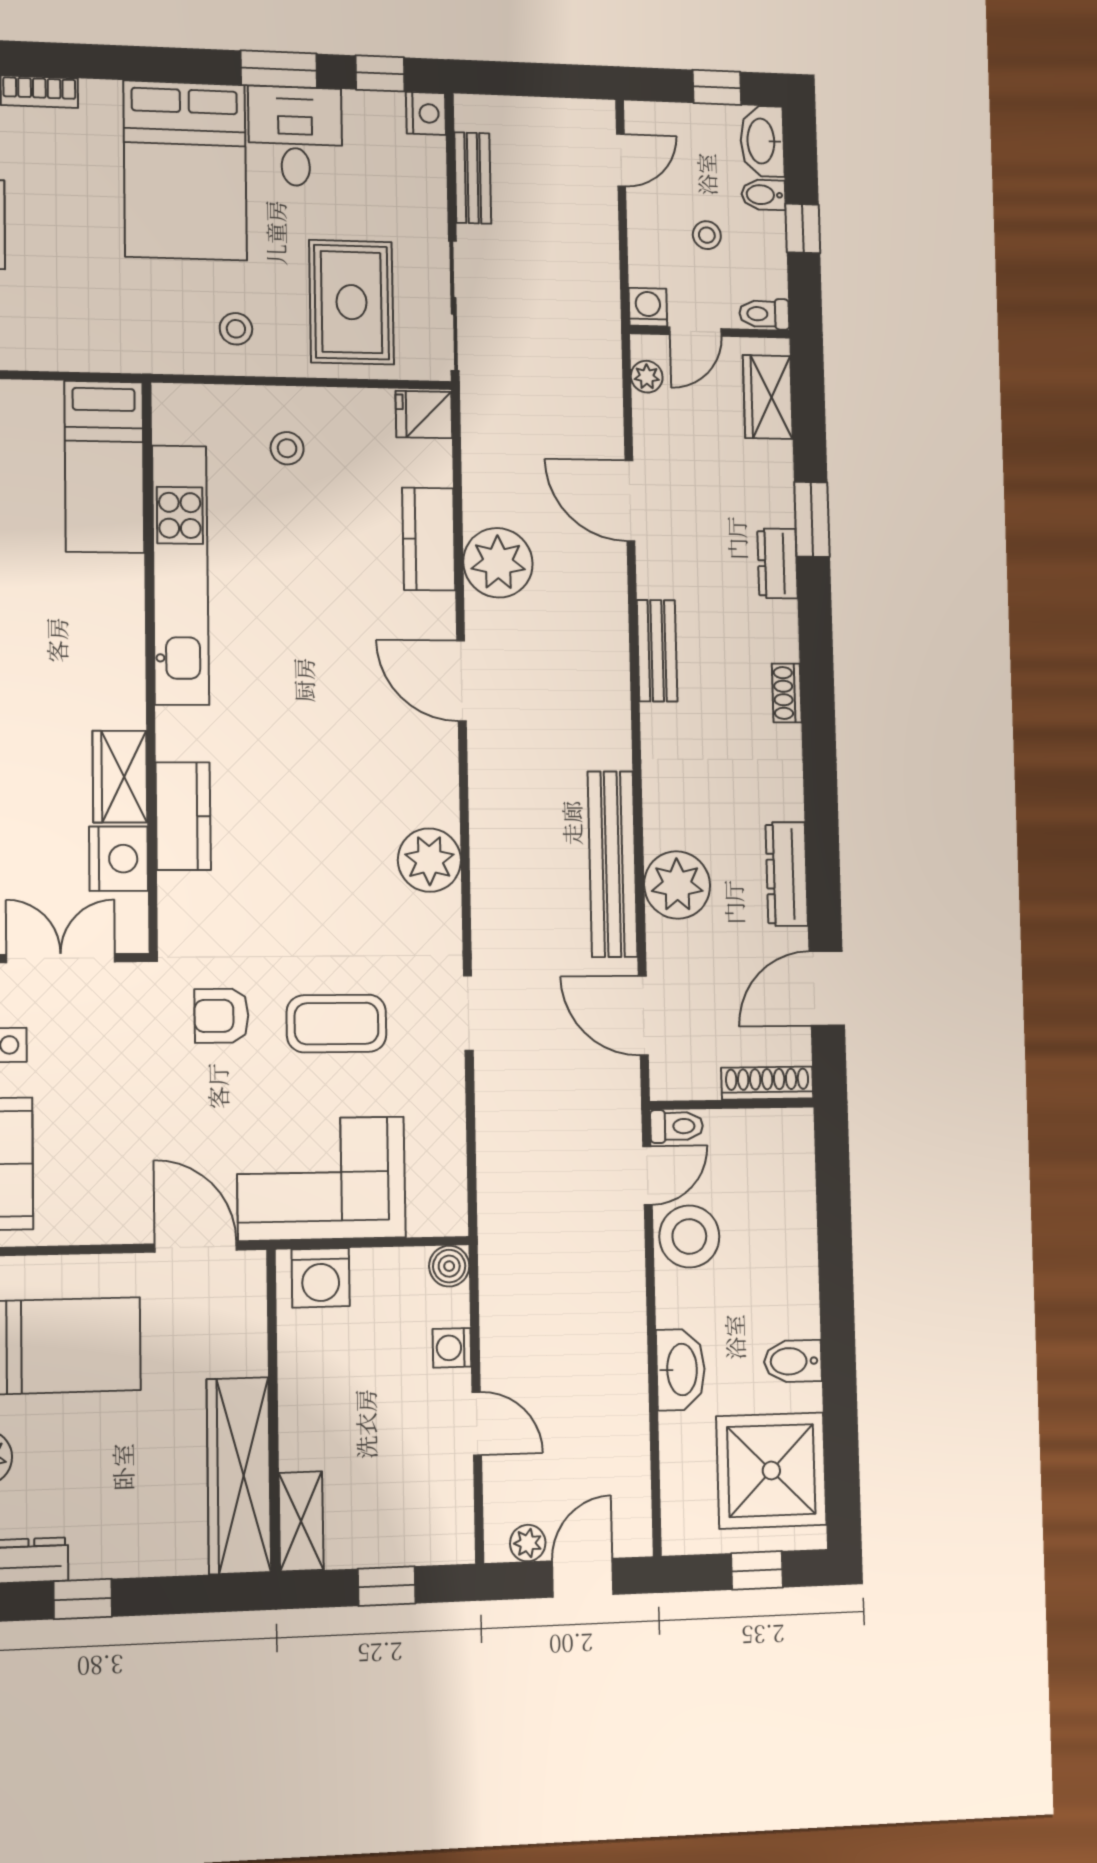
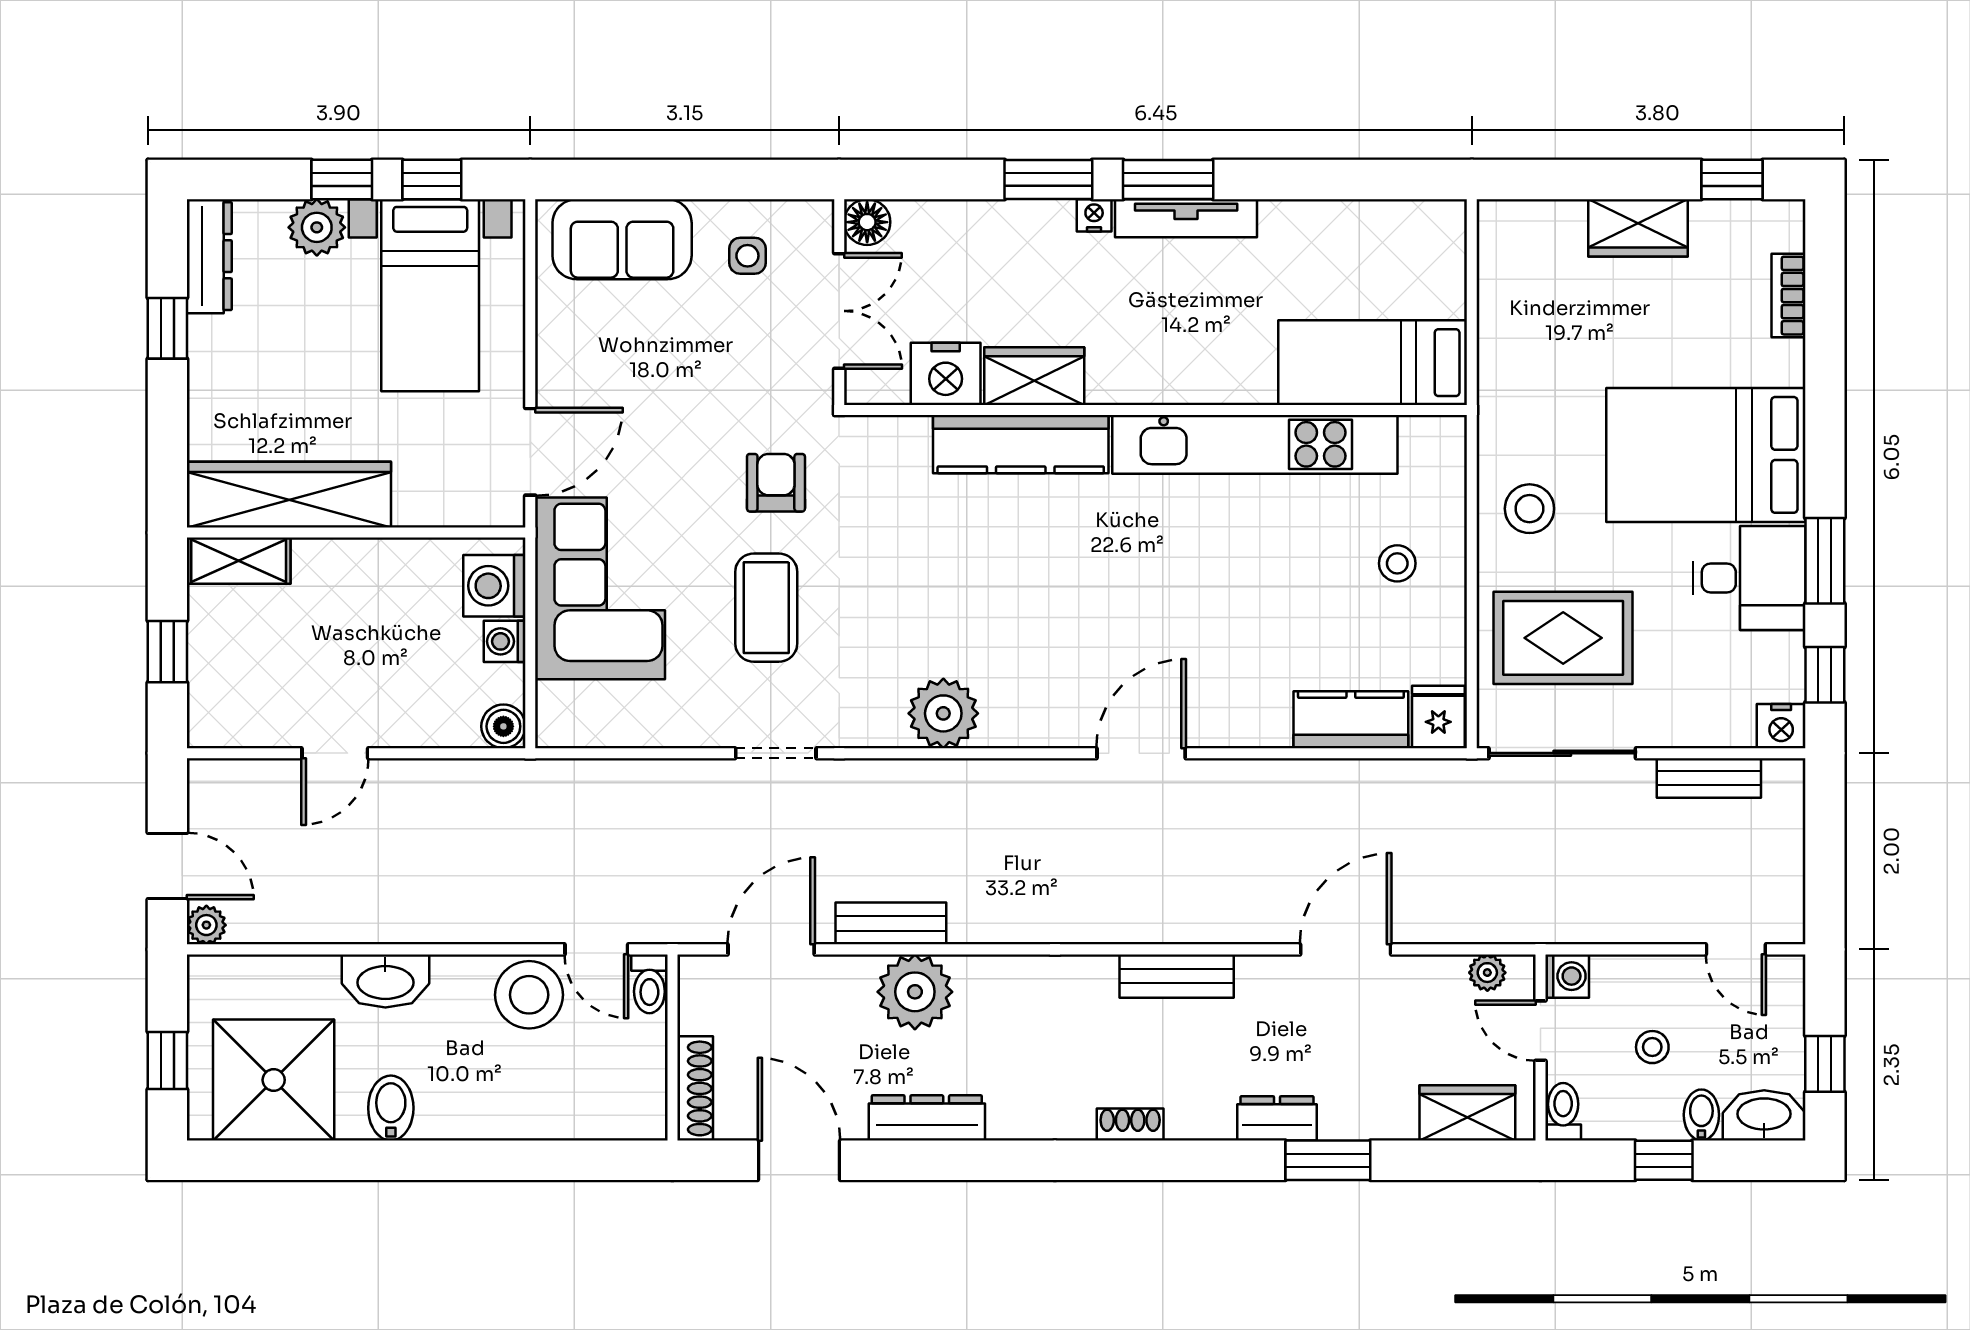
stool: (236, 329) -> (1529, 509), width x1.37, depth x1.37
kitchen counter: (429, 539) -> (1351, 720), moved
plant: (498, 563) -> (1273, 797), removed
kitchen counter: (183, 816) -> (1021, 444), width x1.50
bench: (613, 864) -> (891, 923), width x0.54, depth x0.82
washing machine: (452, 1348) -> (505, 641), moved, turned -90
plant: (528, 1543) -> (206, 925), moved

